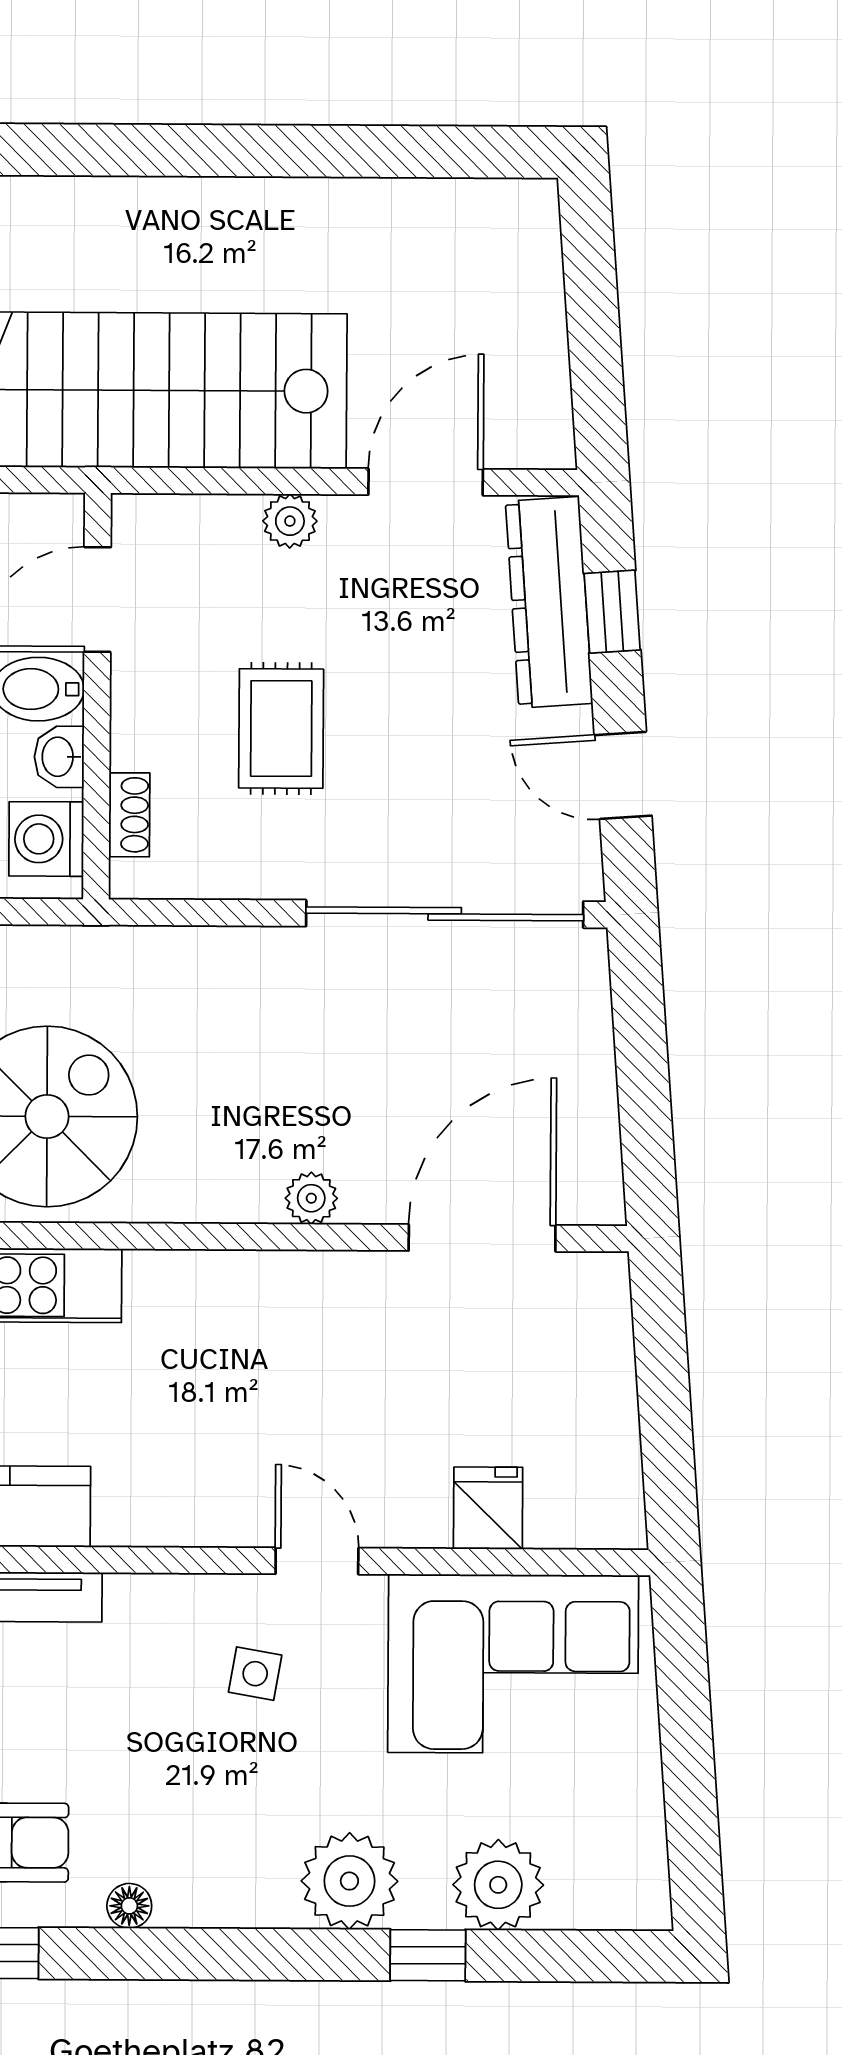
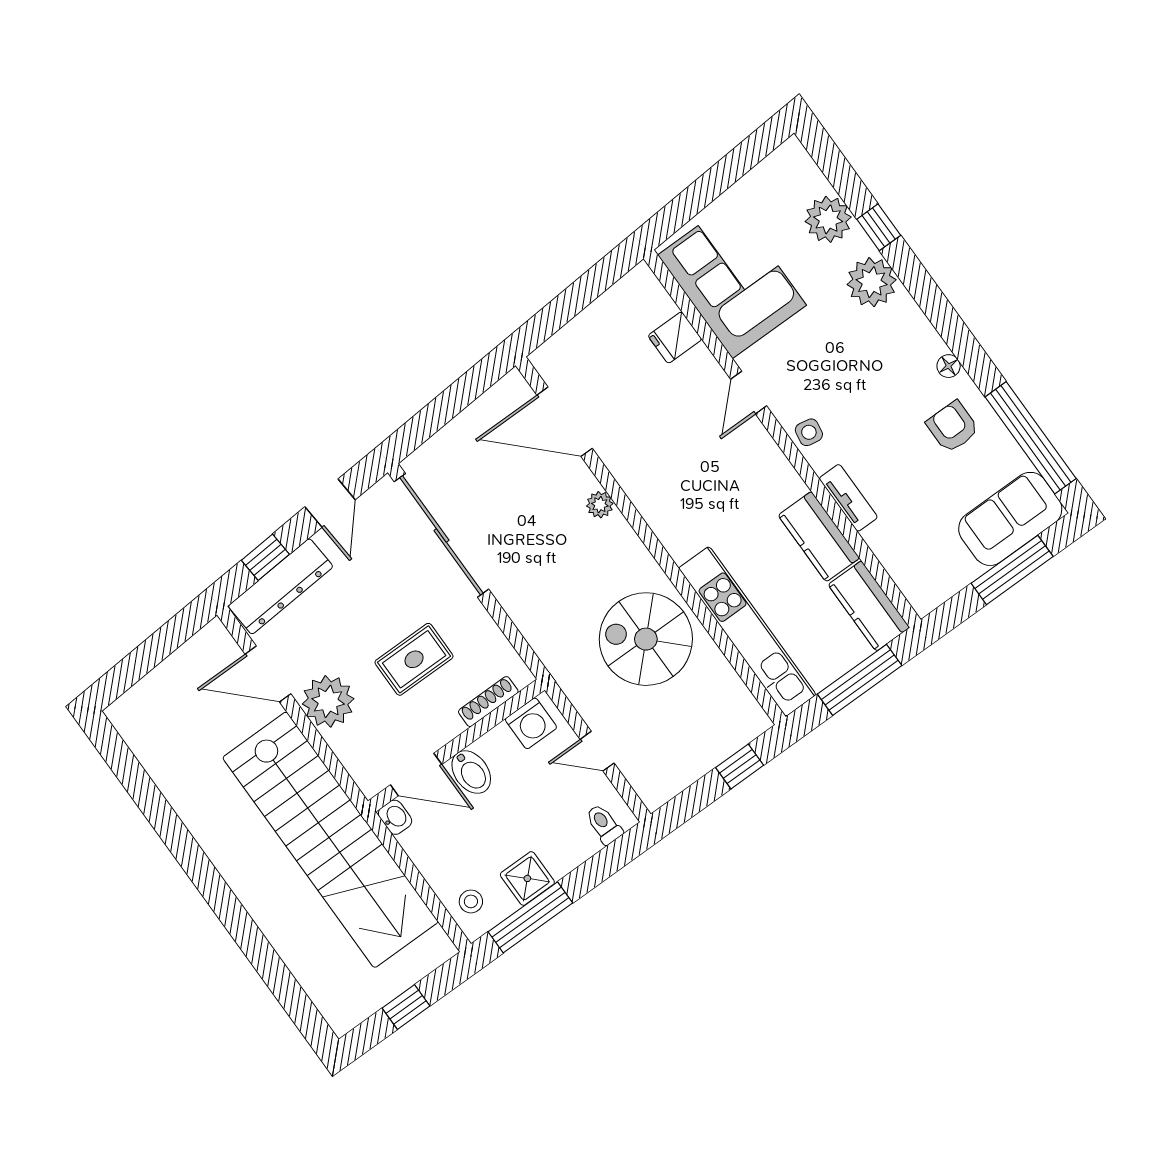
plant: (290, 521) -> (328, 701), width x1.88, depth x1.88
washbasin: (59, 757) -> (395, 817), moved, turned -90
shoe rack: (129, 815) -> (488, 702), width x1.43
side table: (255, 1674) -> (809, 432), moved

